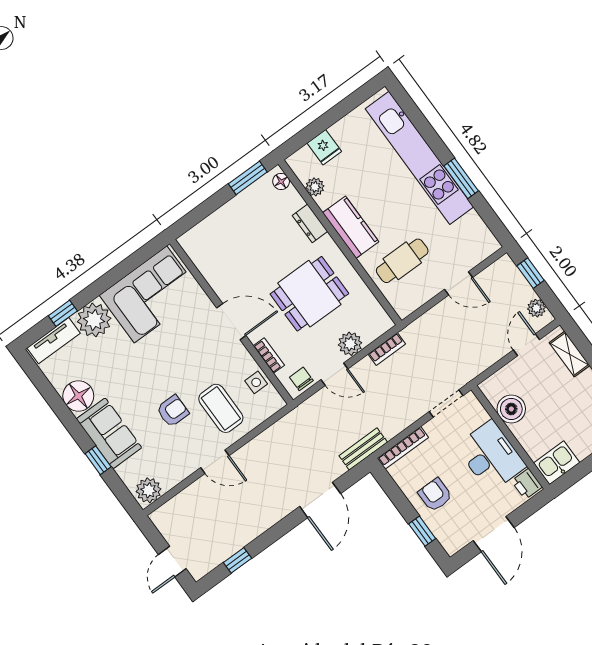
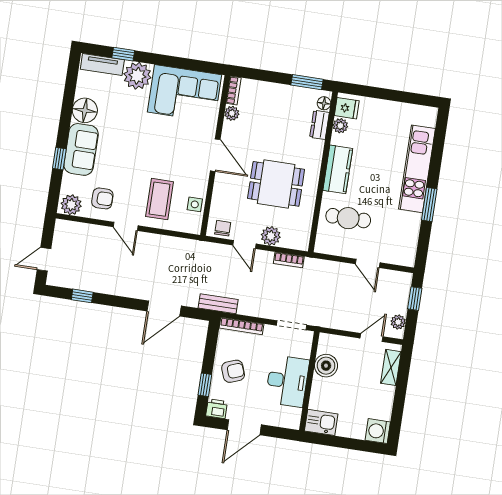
fridge: (324, 147) -> (347, 108), moved, turned -90
kitchen unit: (419, 158) -> (417, 169), width x0.73
dresser: (310, 223) -> (320, 125), moved
plant: (209, 271) -> (232, 113), added
bookcase: (269, 356) -> (234, 91), moved
armchair: (173, 411) -> (102, 198), moved
printer: (527, 484) -> (217, 409), moved, turned 90
armchair: (435, 495) -> (233, 371), turned 70

